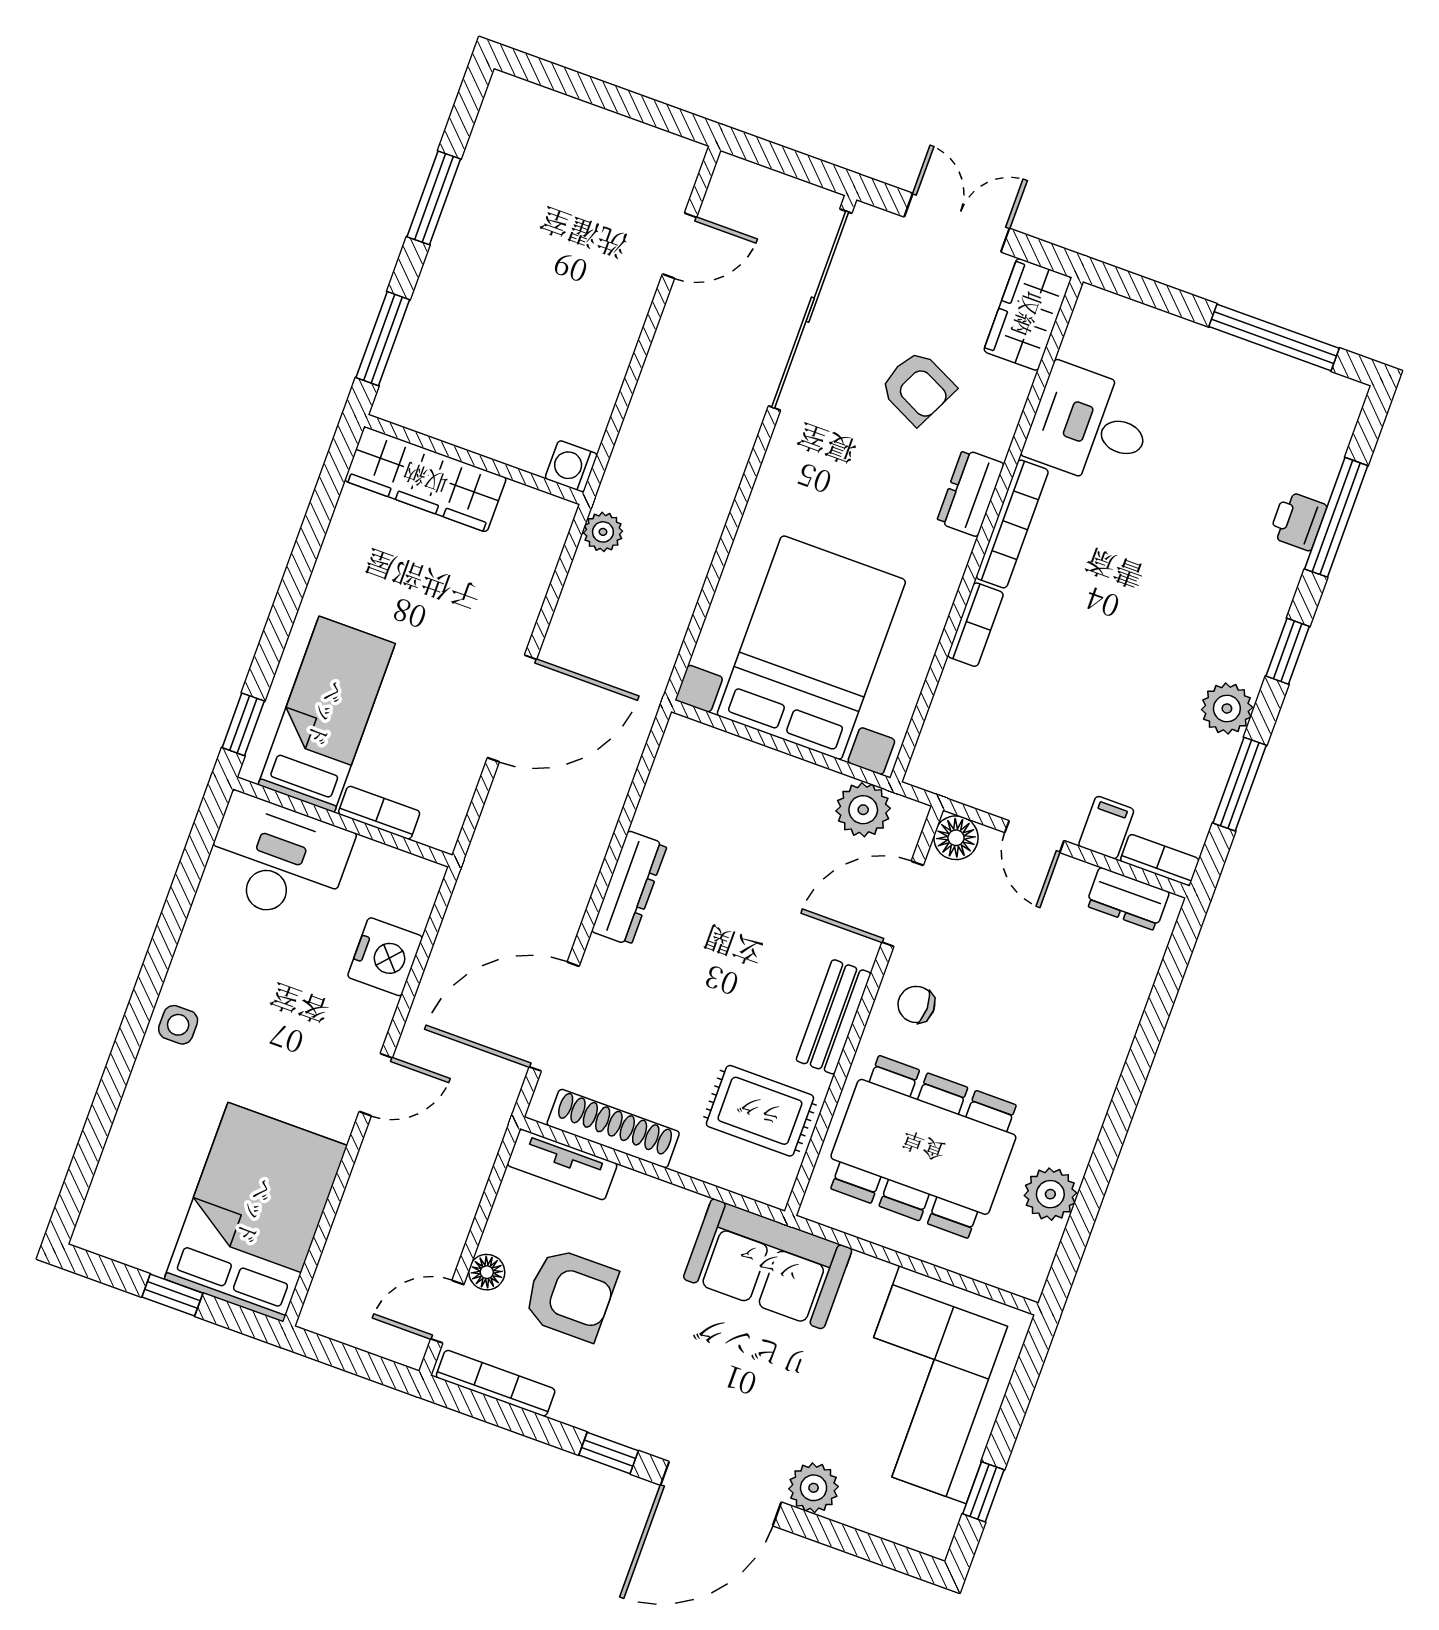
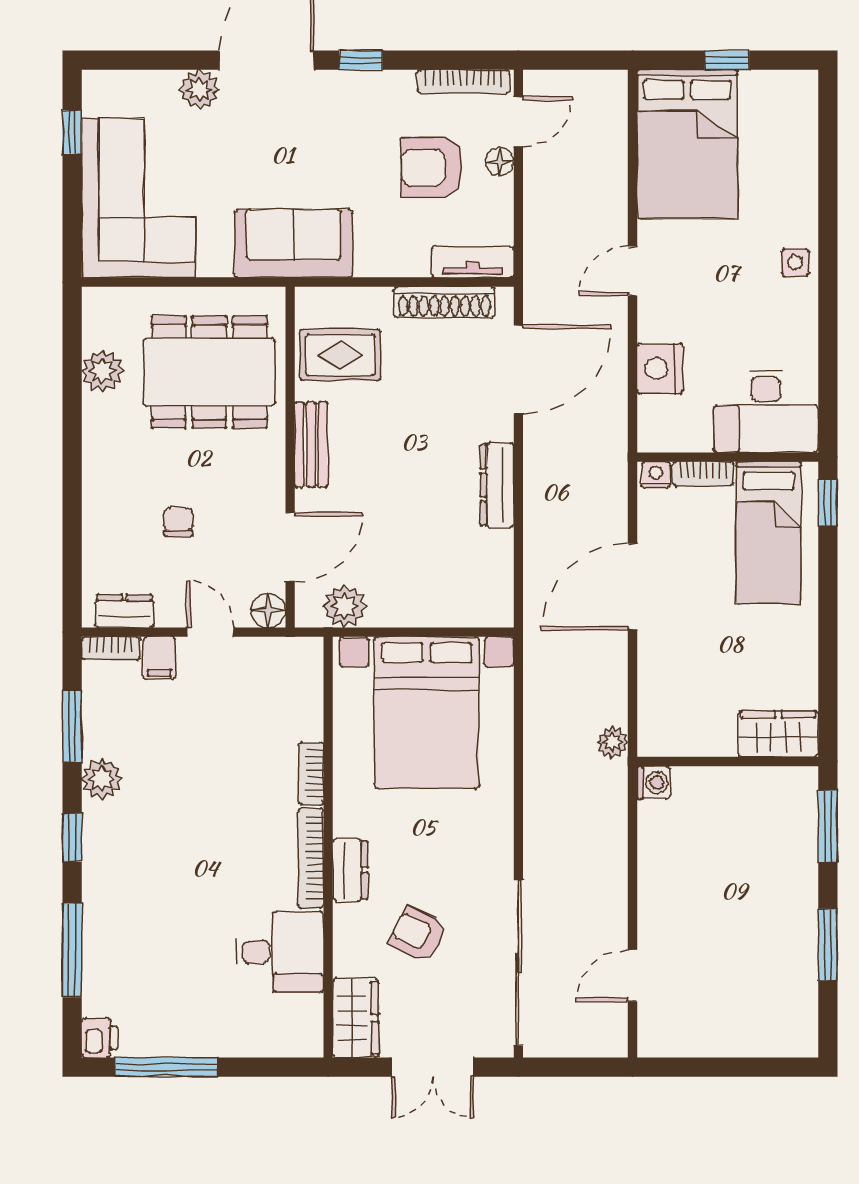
wardrobe: (425, 479) -> (778, 734), width x0.67
printer: (1298, 521) -> (100, 1038), moved
nightstand: (436, 832) -> (656, 475), added
chair: (916, 1004) -> (178, 522), moved, turned -90

